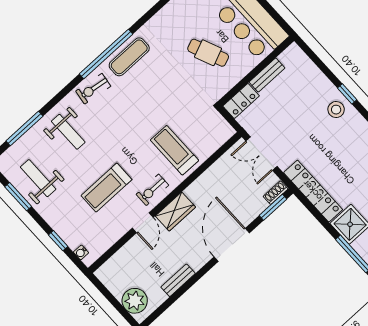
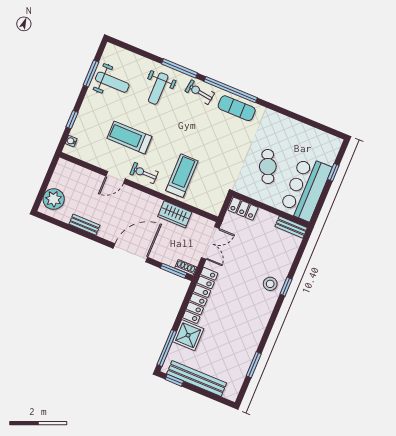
bench: (267, 75) -> (291, 227), moved
window: (24, 129) -> (179, 68), moved
double door: (262, 154) -> (210, 243), swing flipped
weight bench: (38, 178) -> (112, 82), turned 90
wardrobe: (175, 212) -> (175, 214), moved

